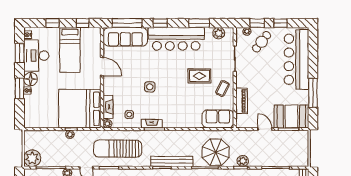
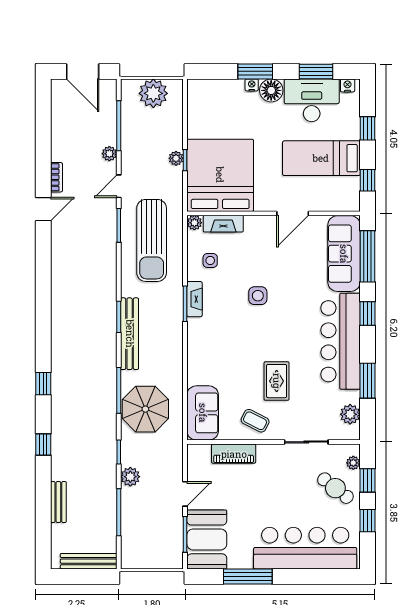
sun lounger: (118, 149) -> (152, 240), turned 180
plant: (32, 158) -> (153, 93), moved
plant: (243, 161) -> (130, 477), moved

